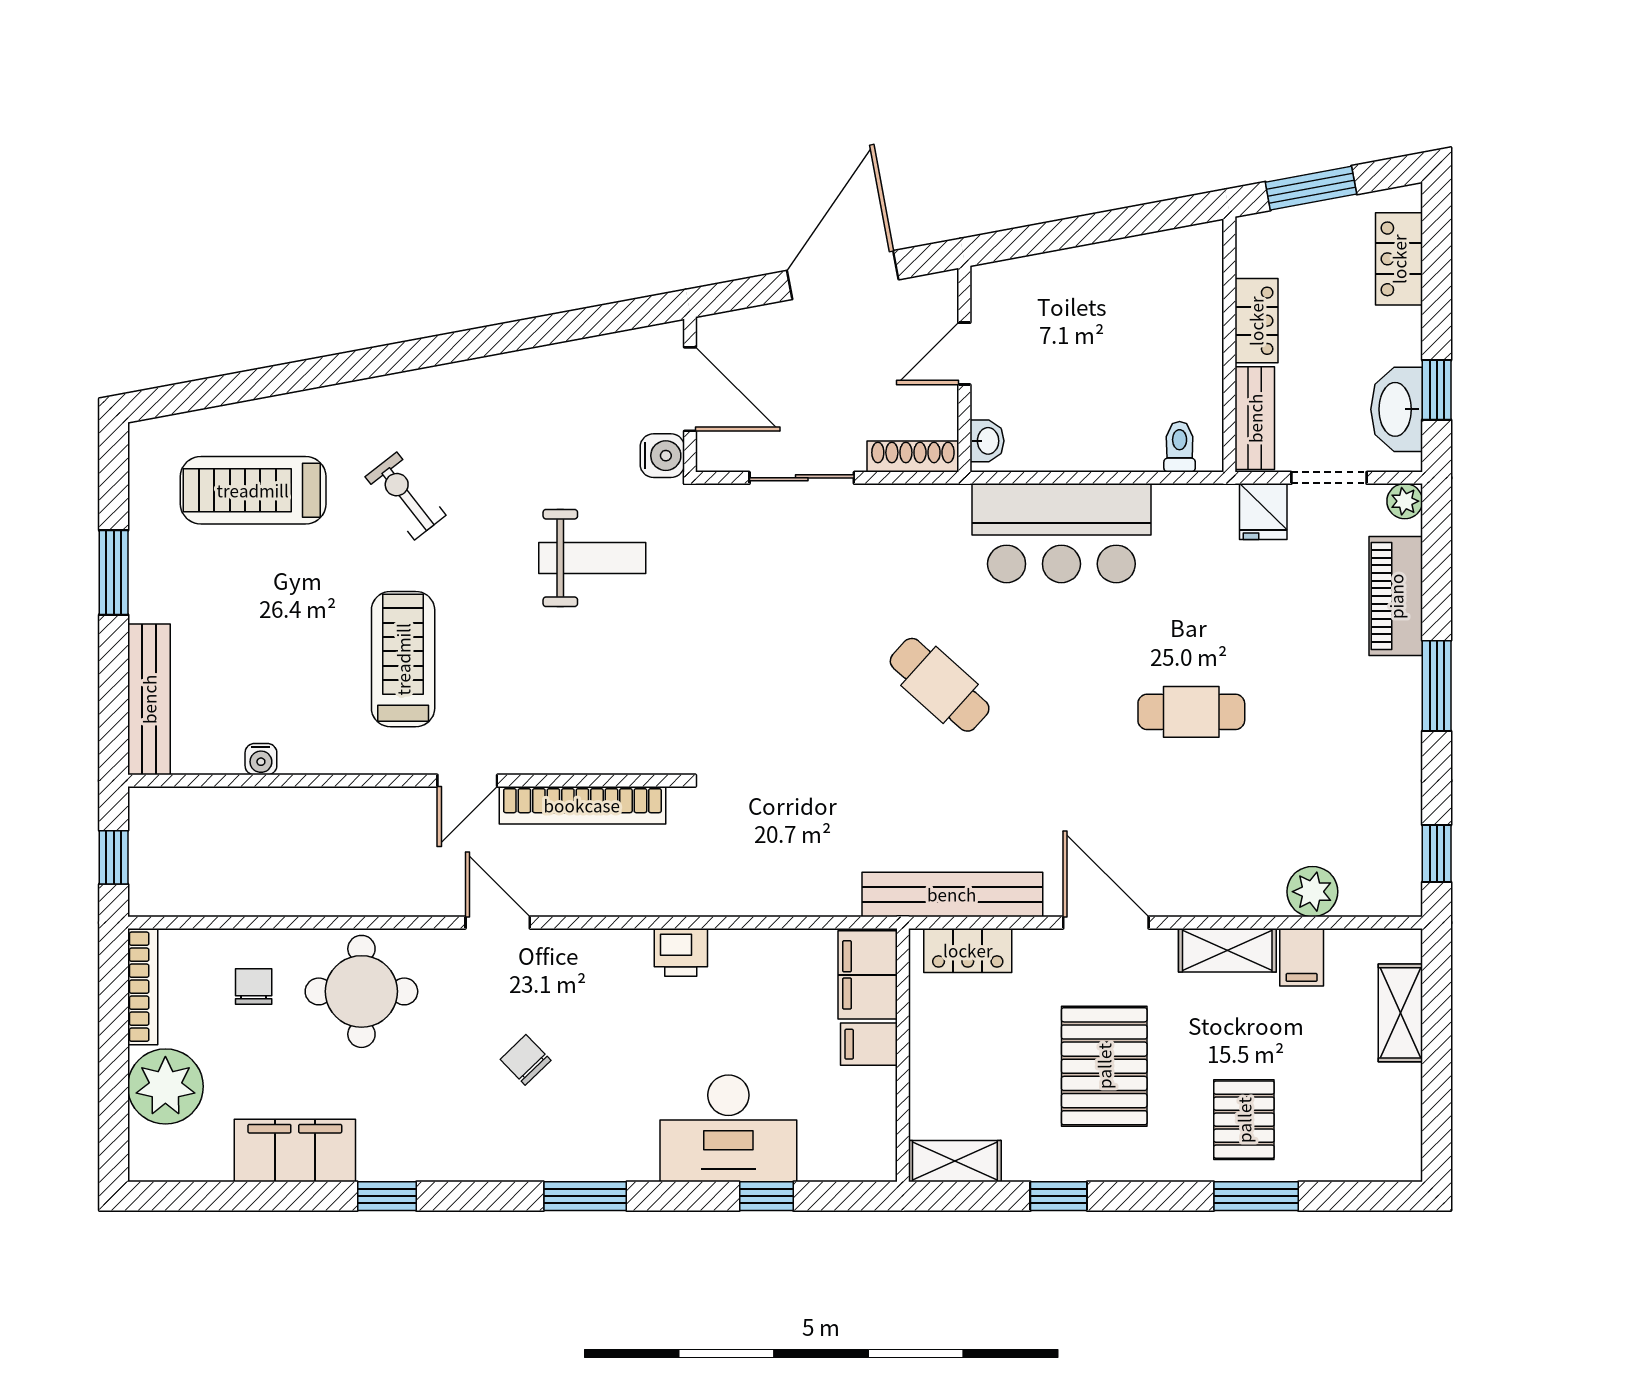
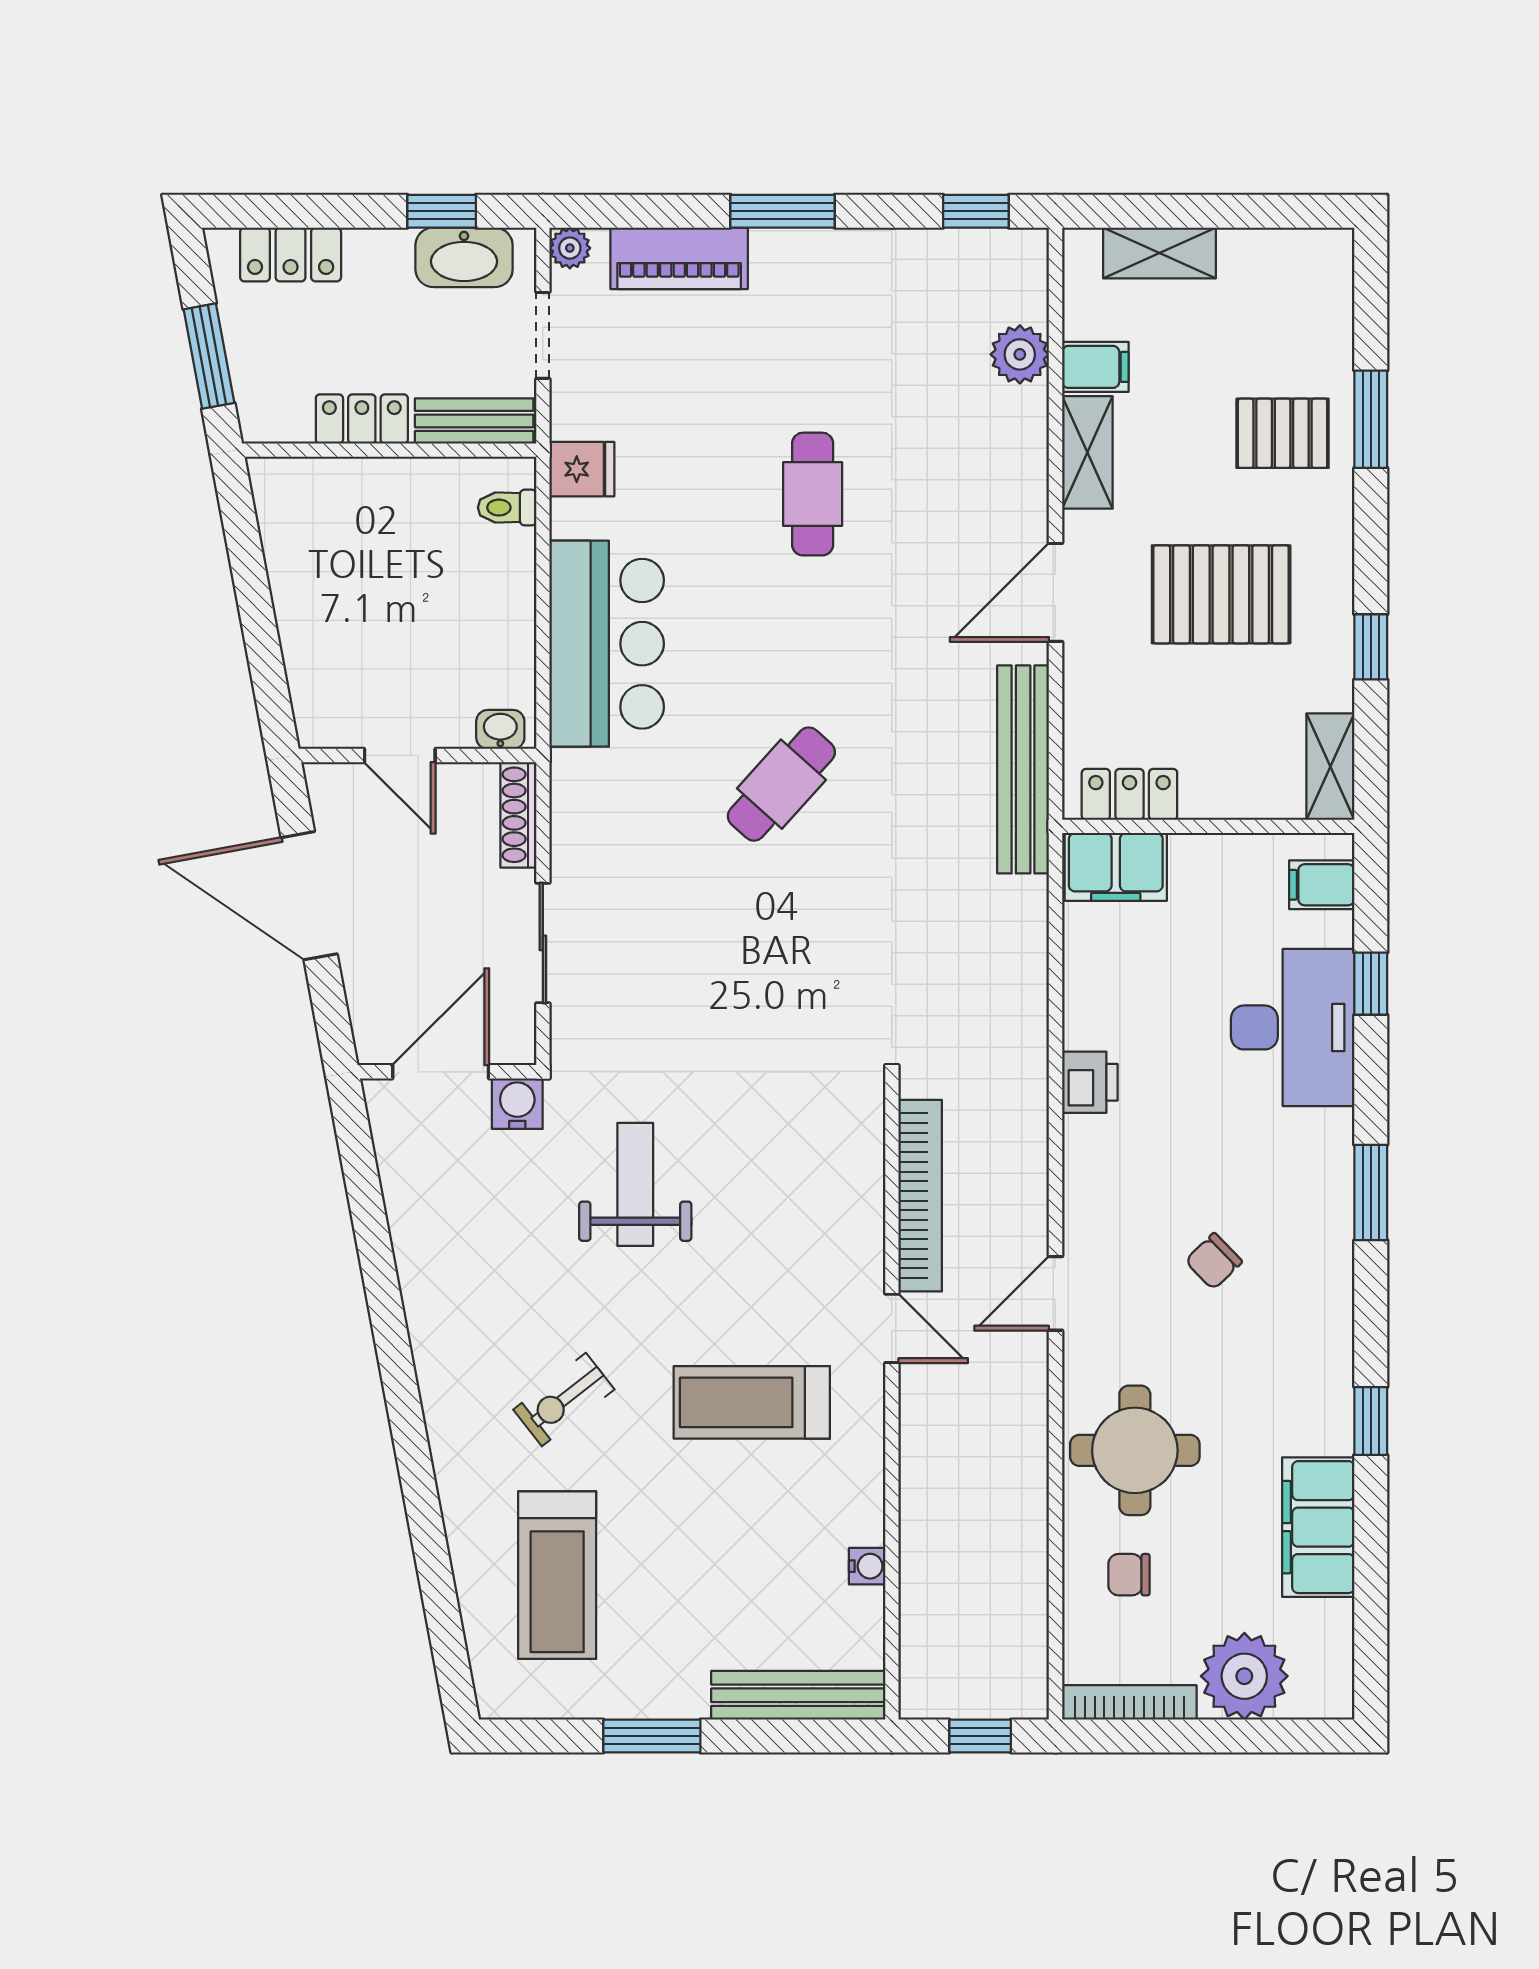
fridge: (1263, 512) -> (582, 469), moved
locker: (968, 950) -> (1129, 794), moved, turned -90
filing cabinet: (869, 1044) -> (1322, 885), moved, turned 90

